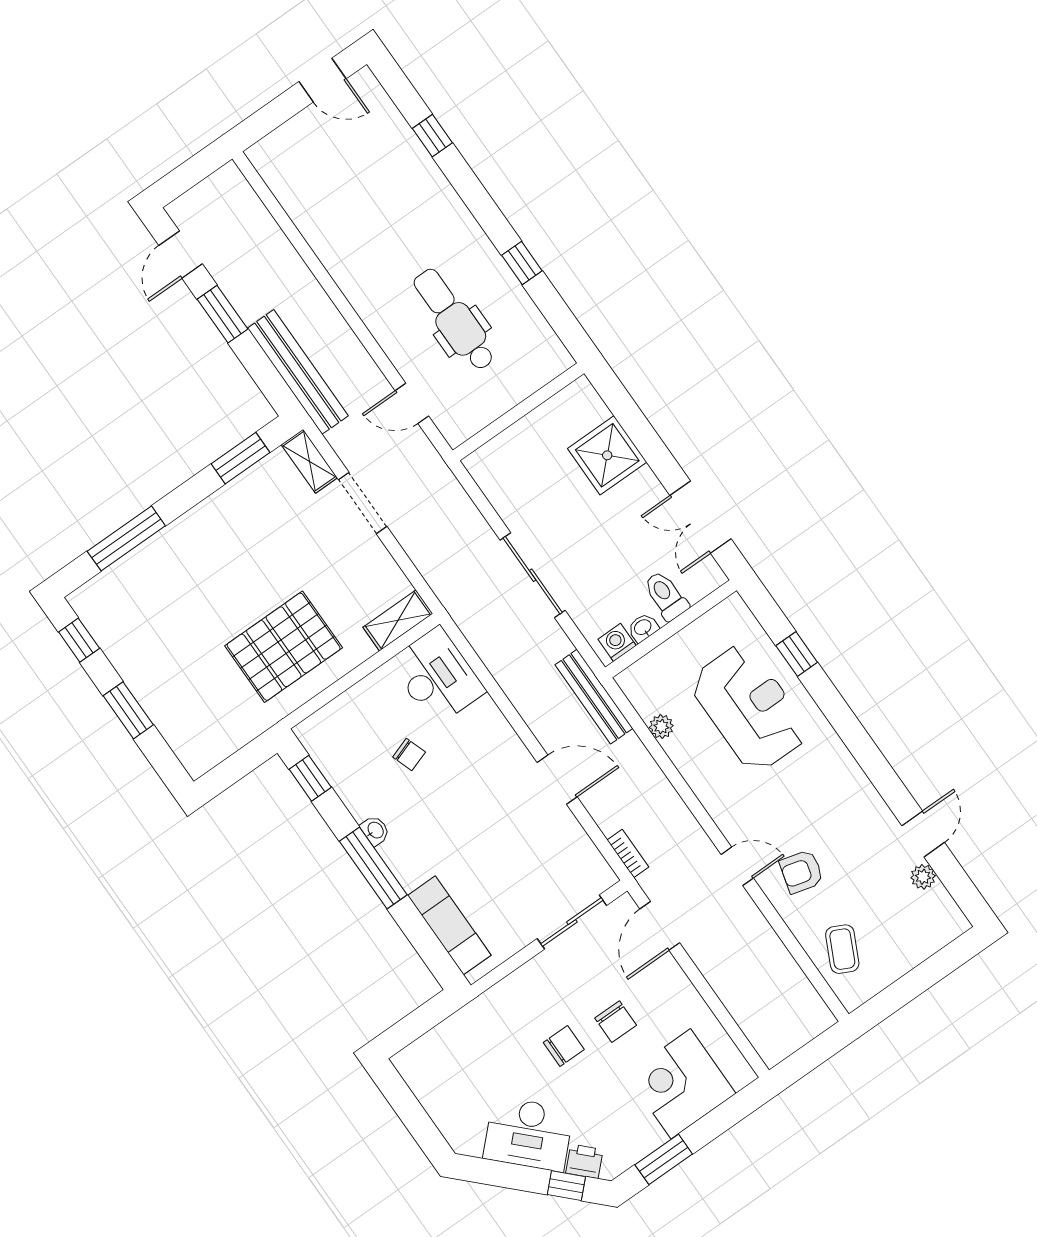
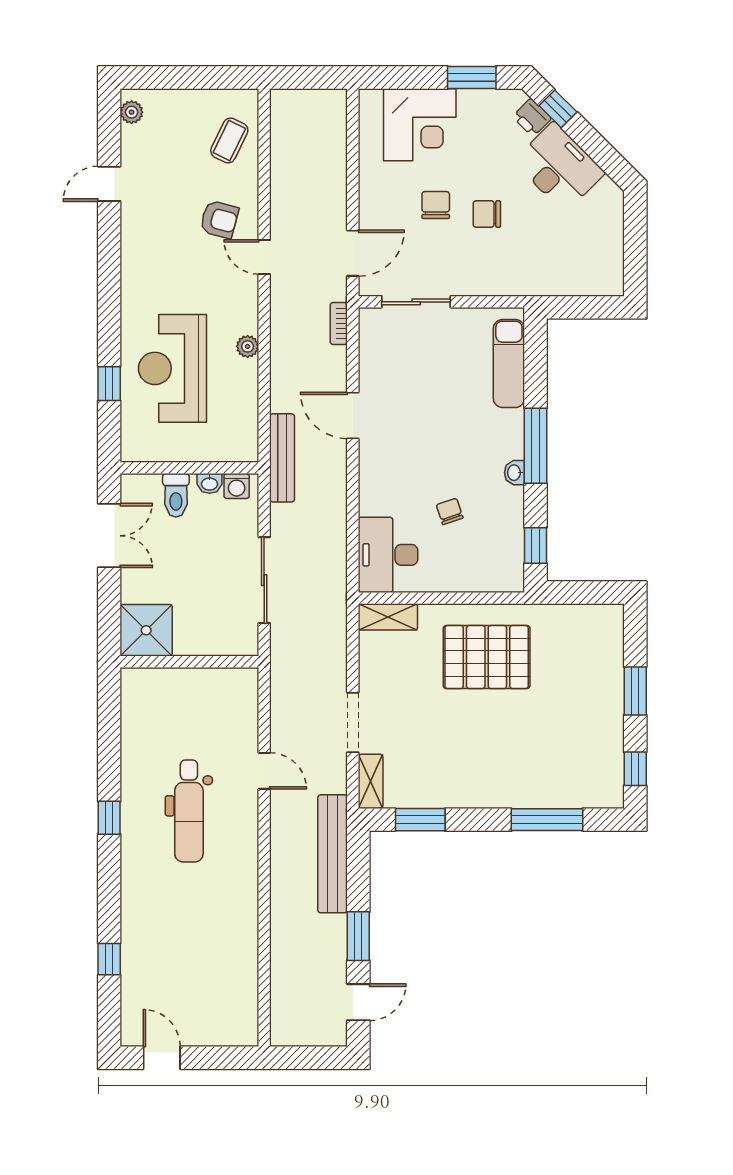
wall: (518, 412) -> (189, 662), moved
plant: (661, 727) -> (248, 346), moved
plant: (923, 877) -> (132, 112), moved

